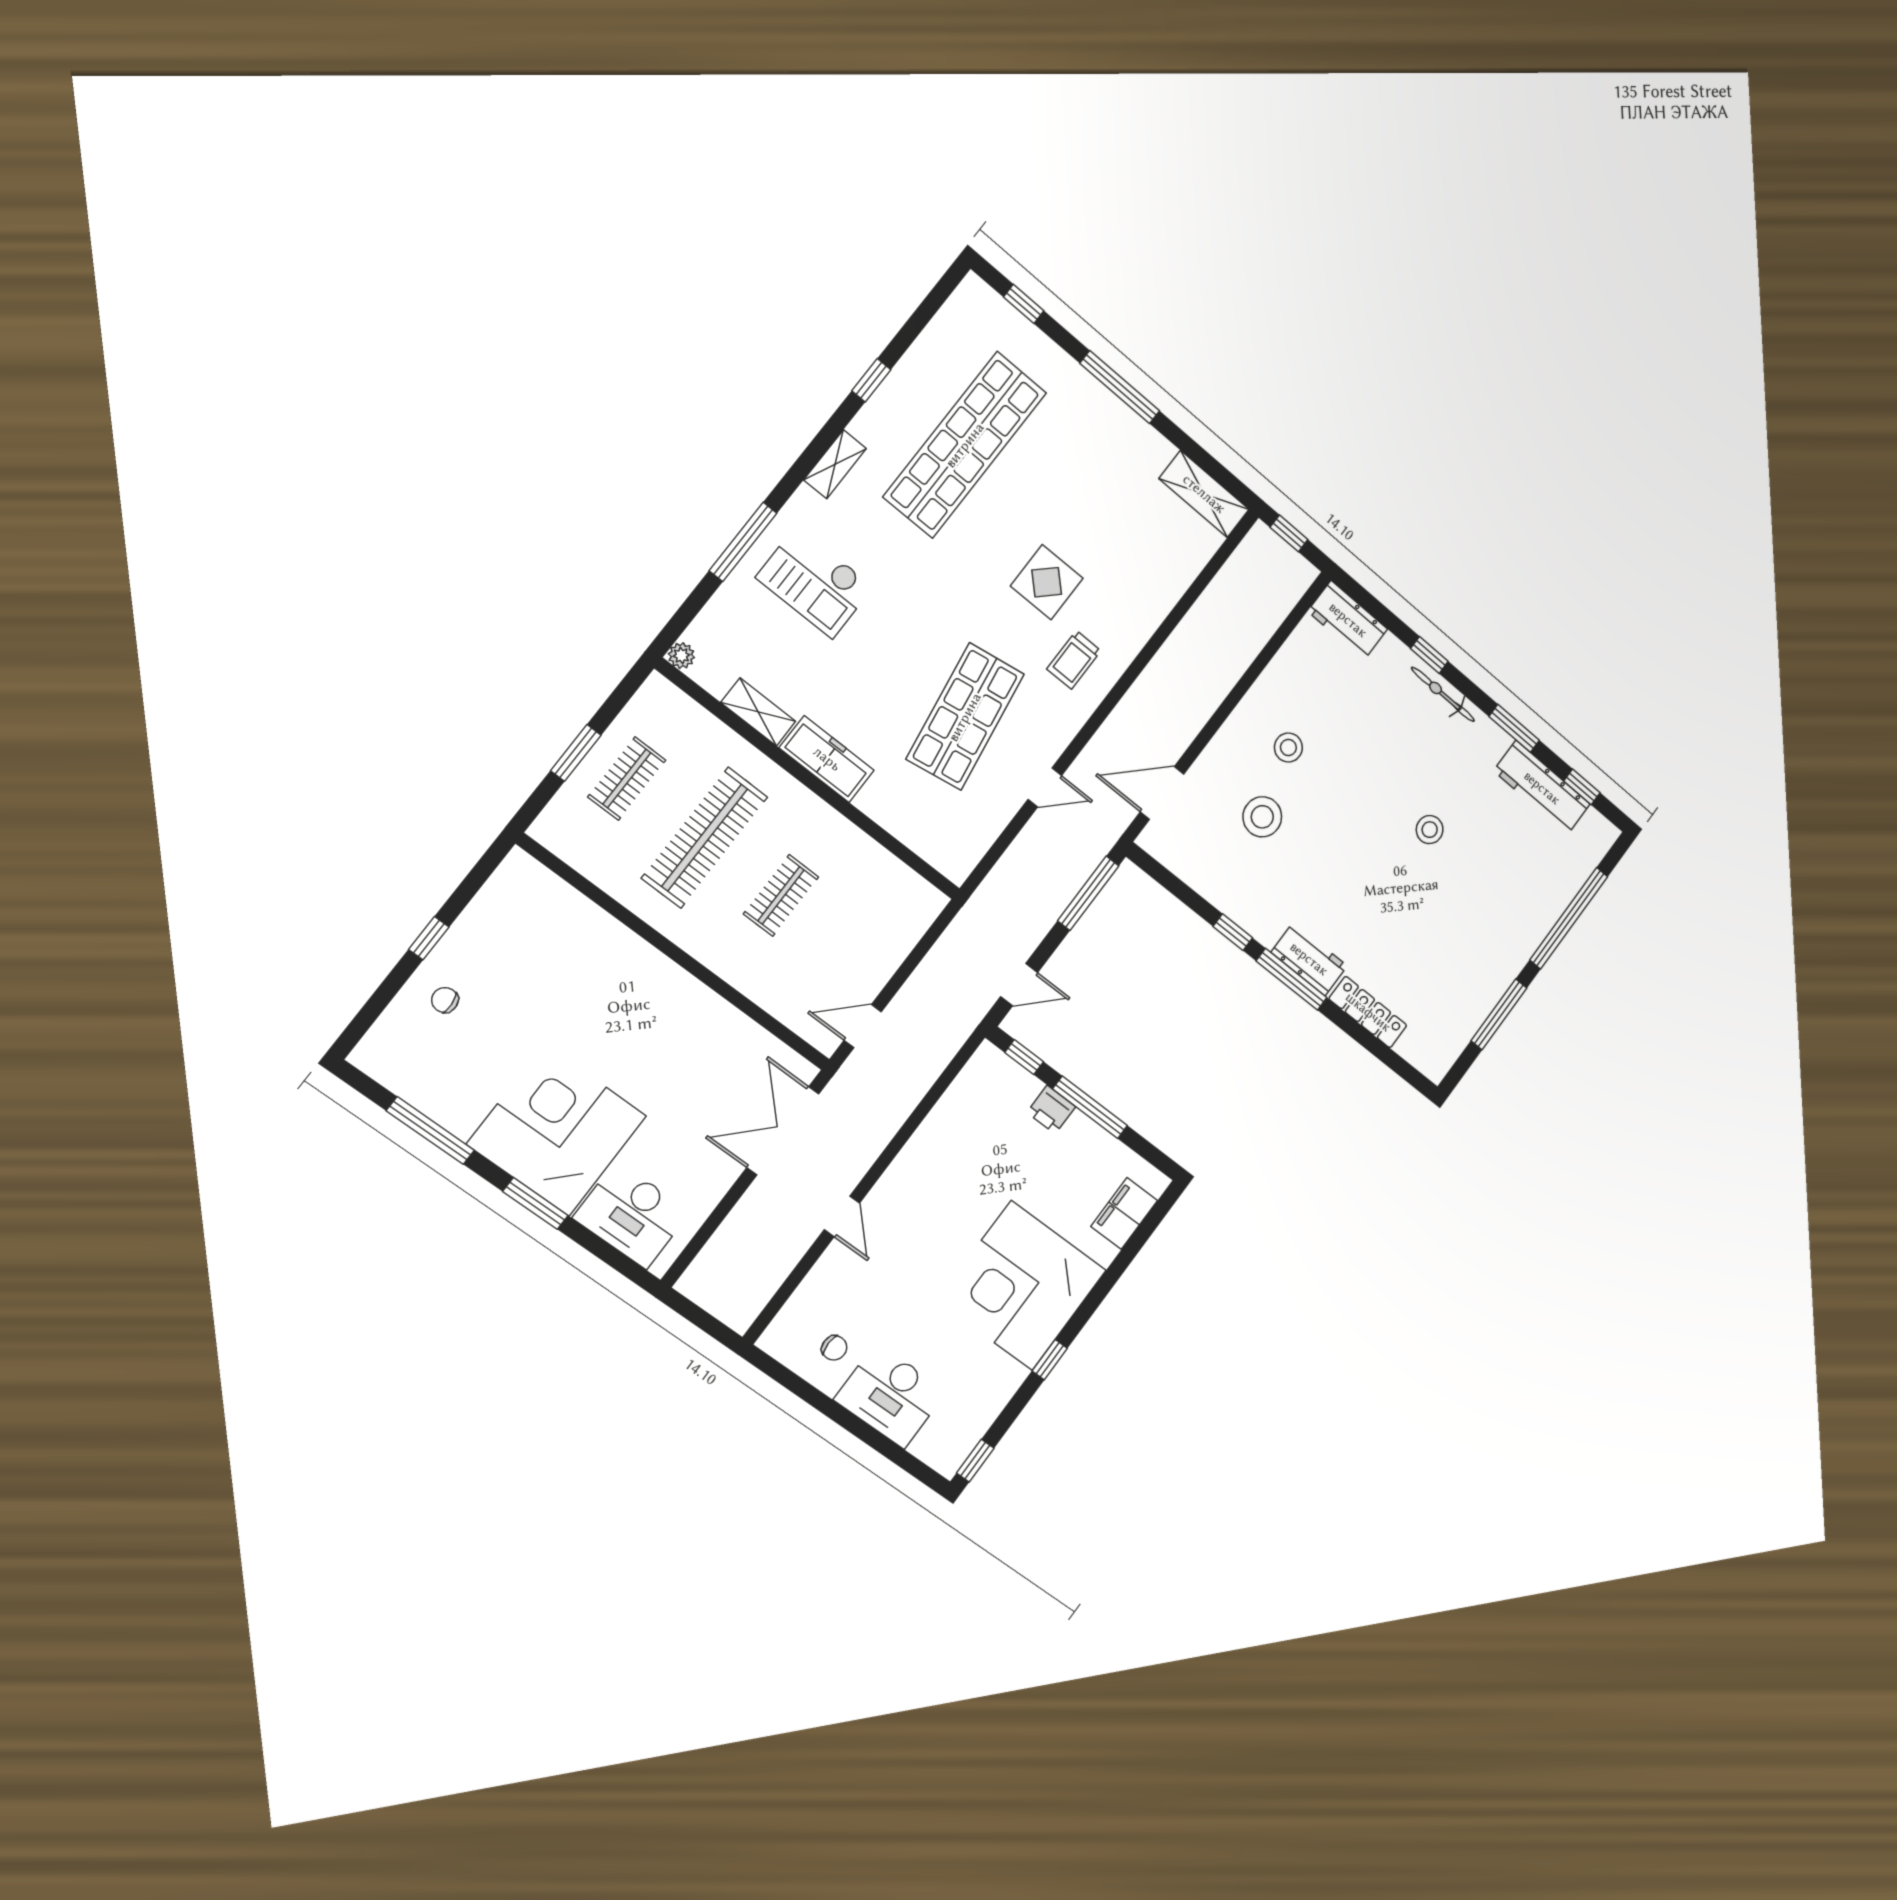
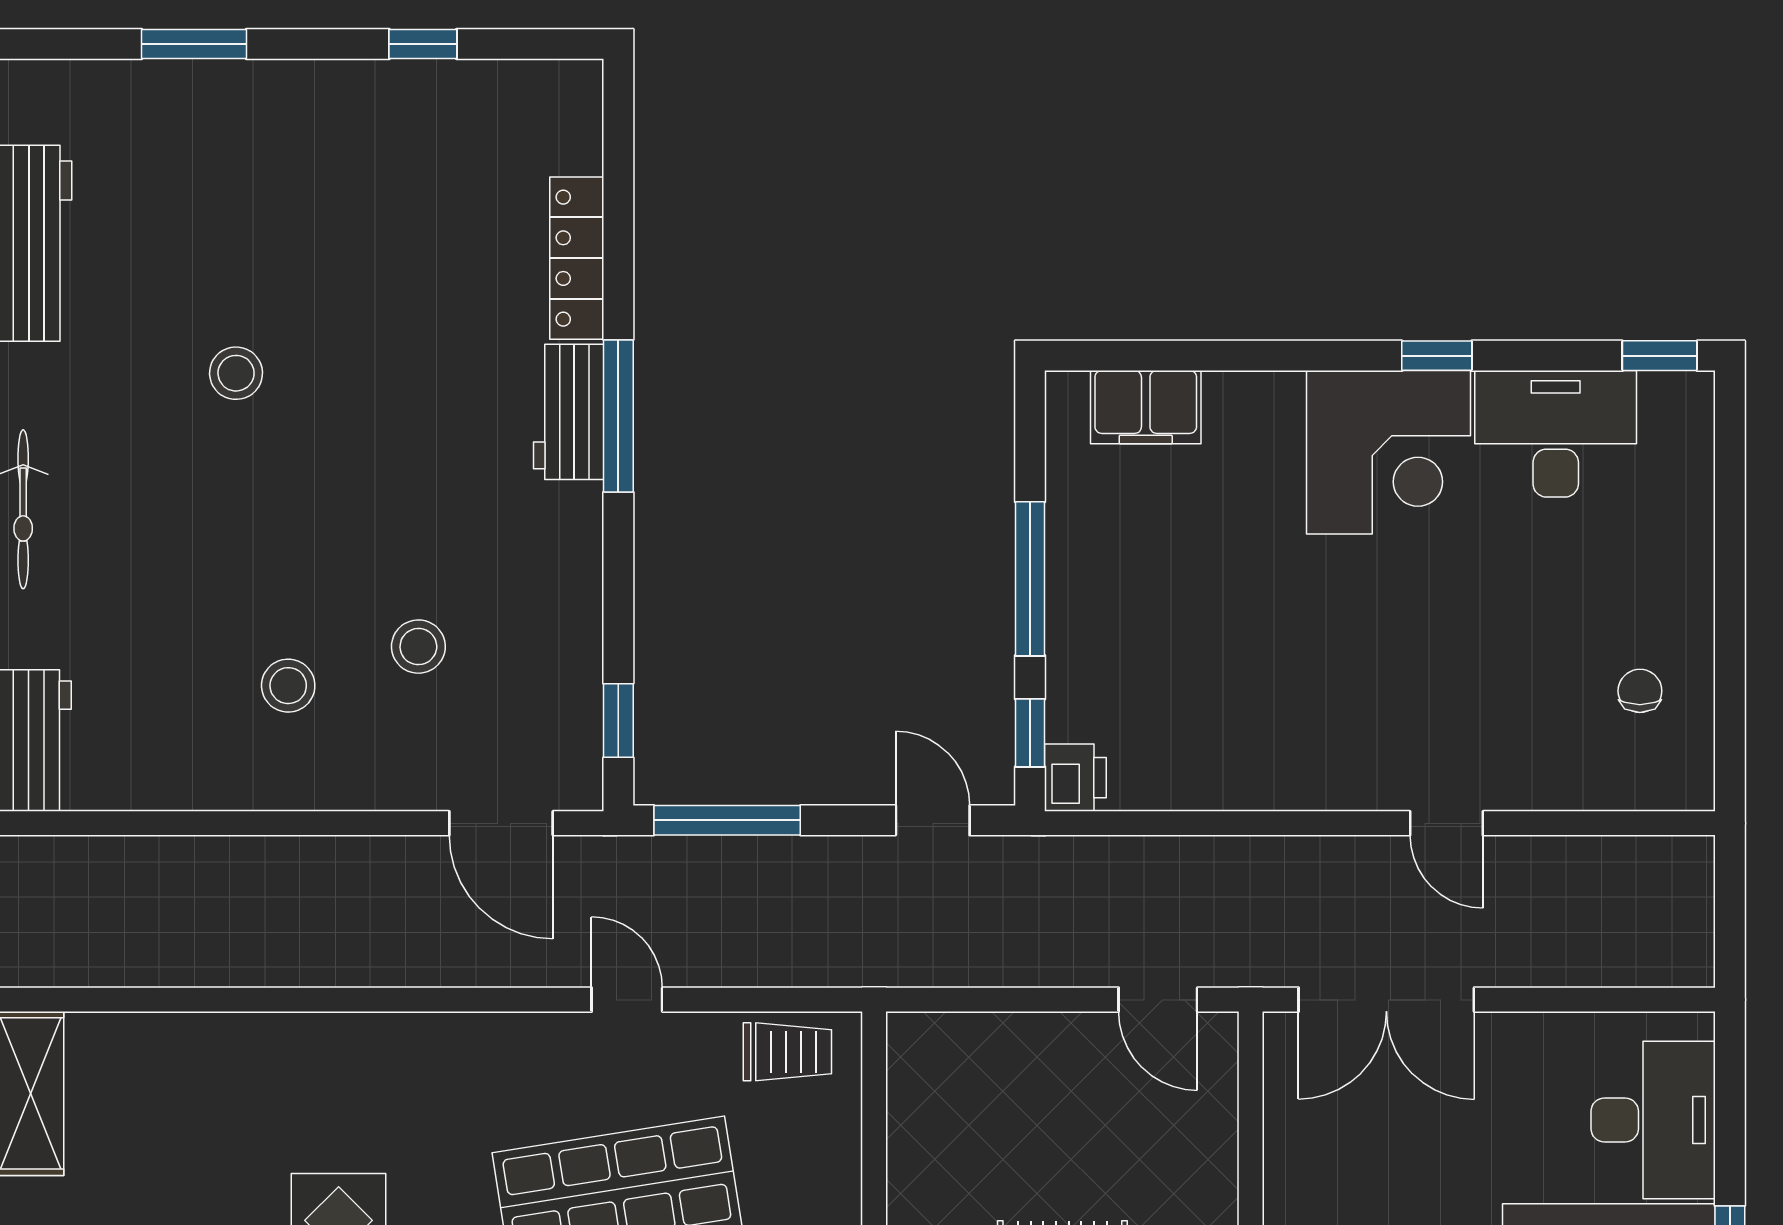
trolley: (1074, 660) -> (787, 1052), moved
stool: (1262, 817) -> (418, 647), width x0.73, depth x0.73
window: (1569, 918) -> (194, 44), width x0.47
window: (1233, 932) -> (618, 720), moved
window: (1499, 1014) -> (423, 44), width x0.46
printer: (1051, 1110) -> (1075, 778), moved
door: (842, 1216) -> (1446, 823), swing flipped
corner desk: (1022, 1285) -> (1388, 452), width x0.74, depth x0.74
desk: (890, 1396) -> (1556, 434), moved, turned -90

